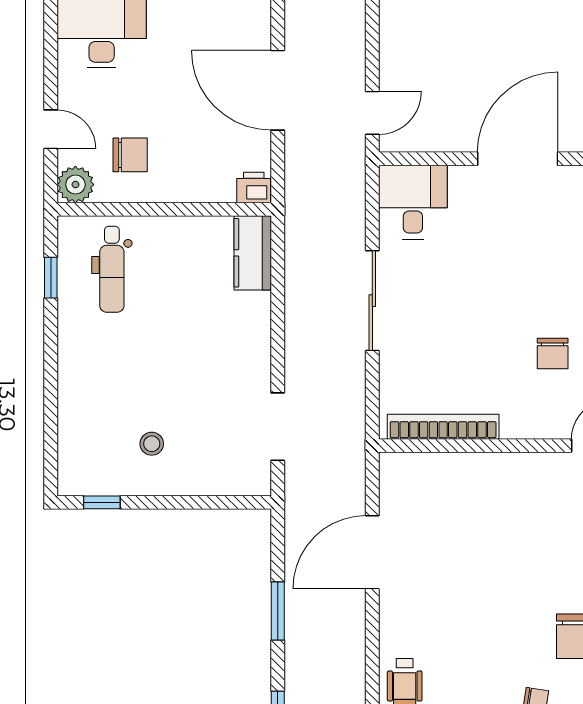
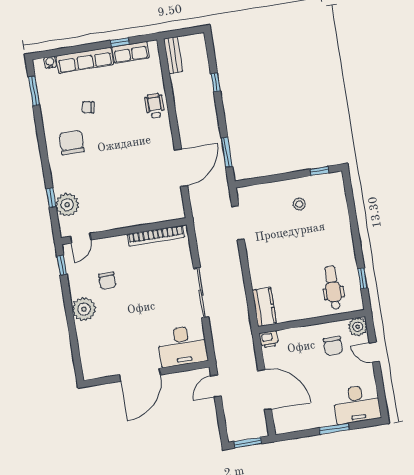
chair: (130, 155) -> (333, 346), turned -90
desk: (413, 202) -> (182, 346), width x1.37
chair: (553, 354) -> (107, 281), turned 180
window: (278, 611) -> (227, 152), moved

